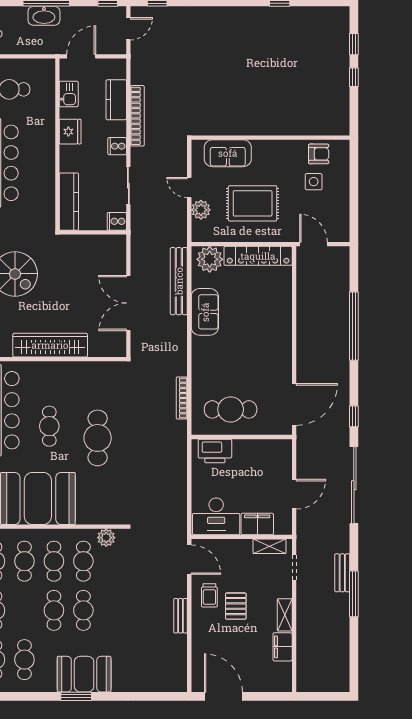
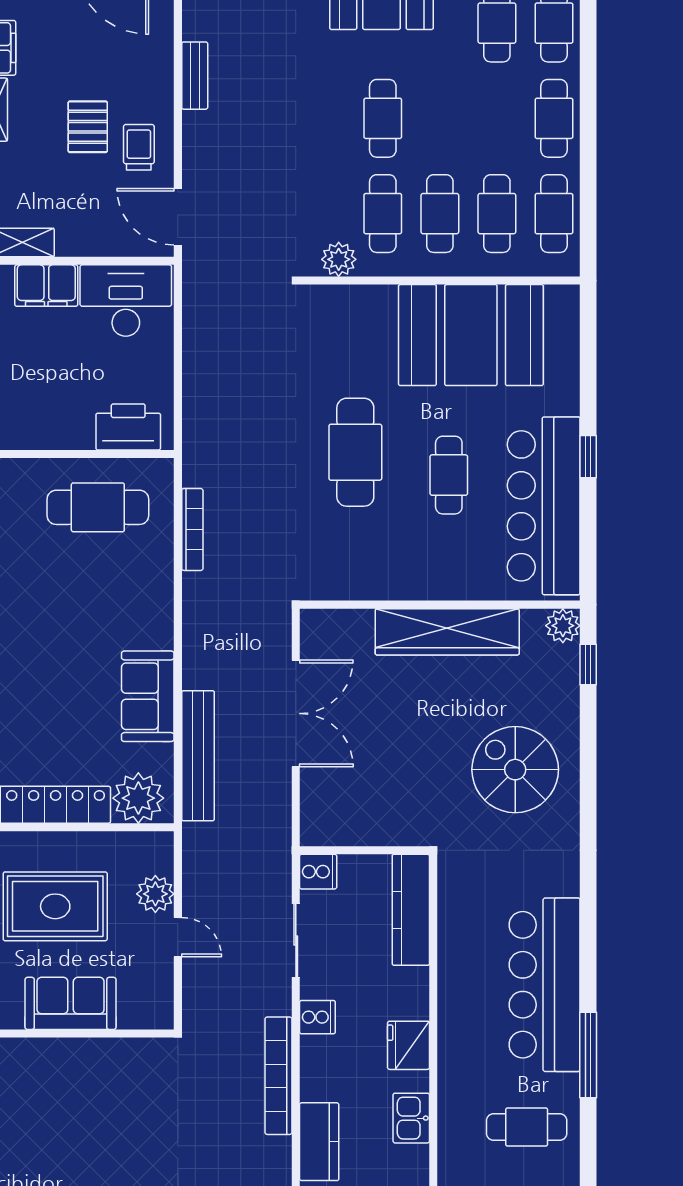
kitchen counter: (116, 100) -> (319, 1142), moved
sofa: (228, 153) -> (71, 1003), moved
cafe table: (54, 610) -> (440, 118), removed
bench: (181, 616) -> (195, 76), moved

